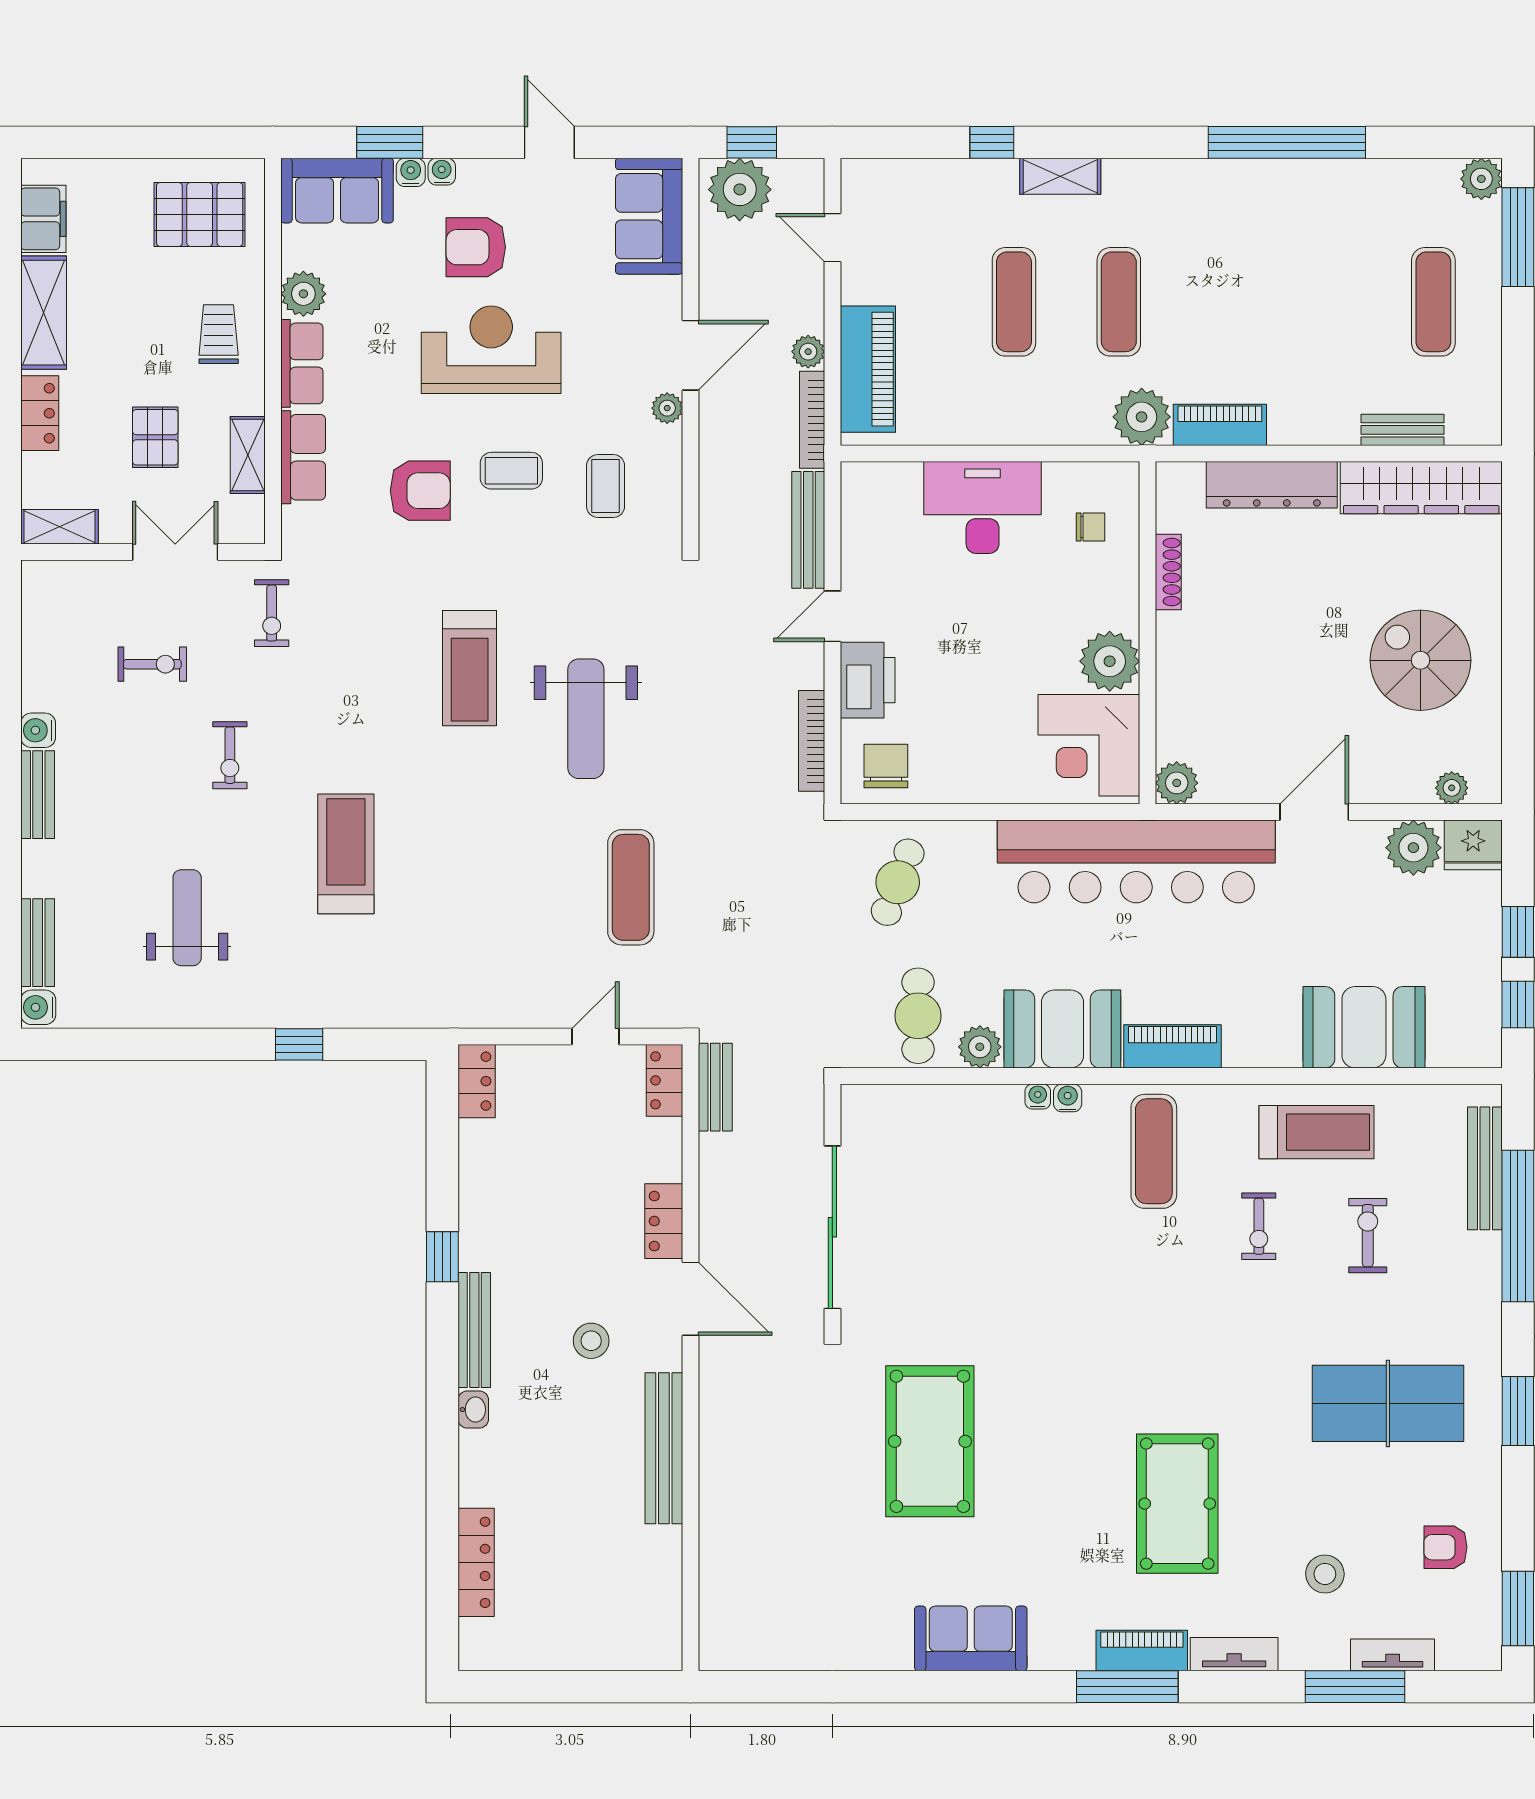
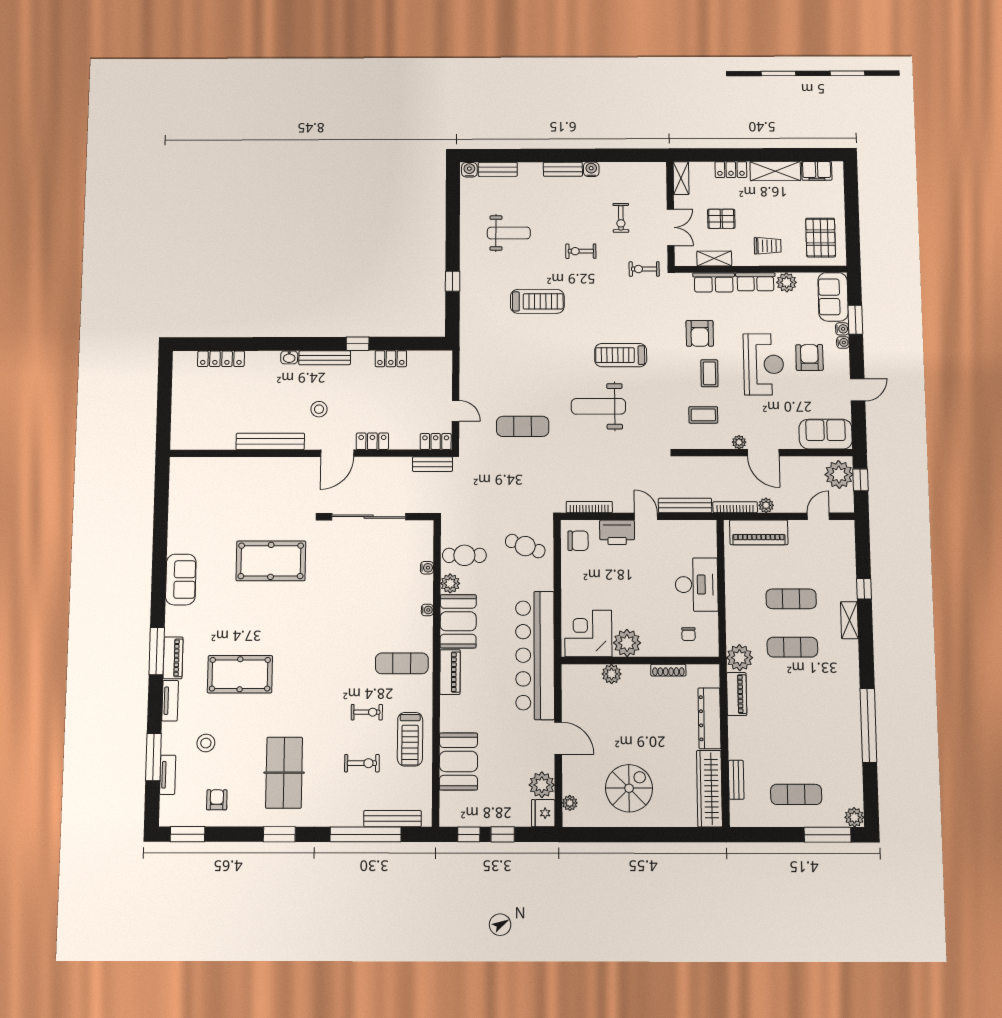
plant: (1177, 783) -> (612, 674), moved
locker: (477, 1081) -> (391, 359), moved
water cooler: (1068, 1098) -> (427, 568), moved
exercise bike: (1259, 1226) -> (367, 712), turned 180

